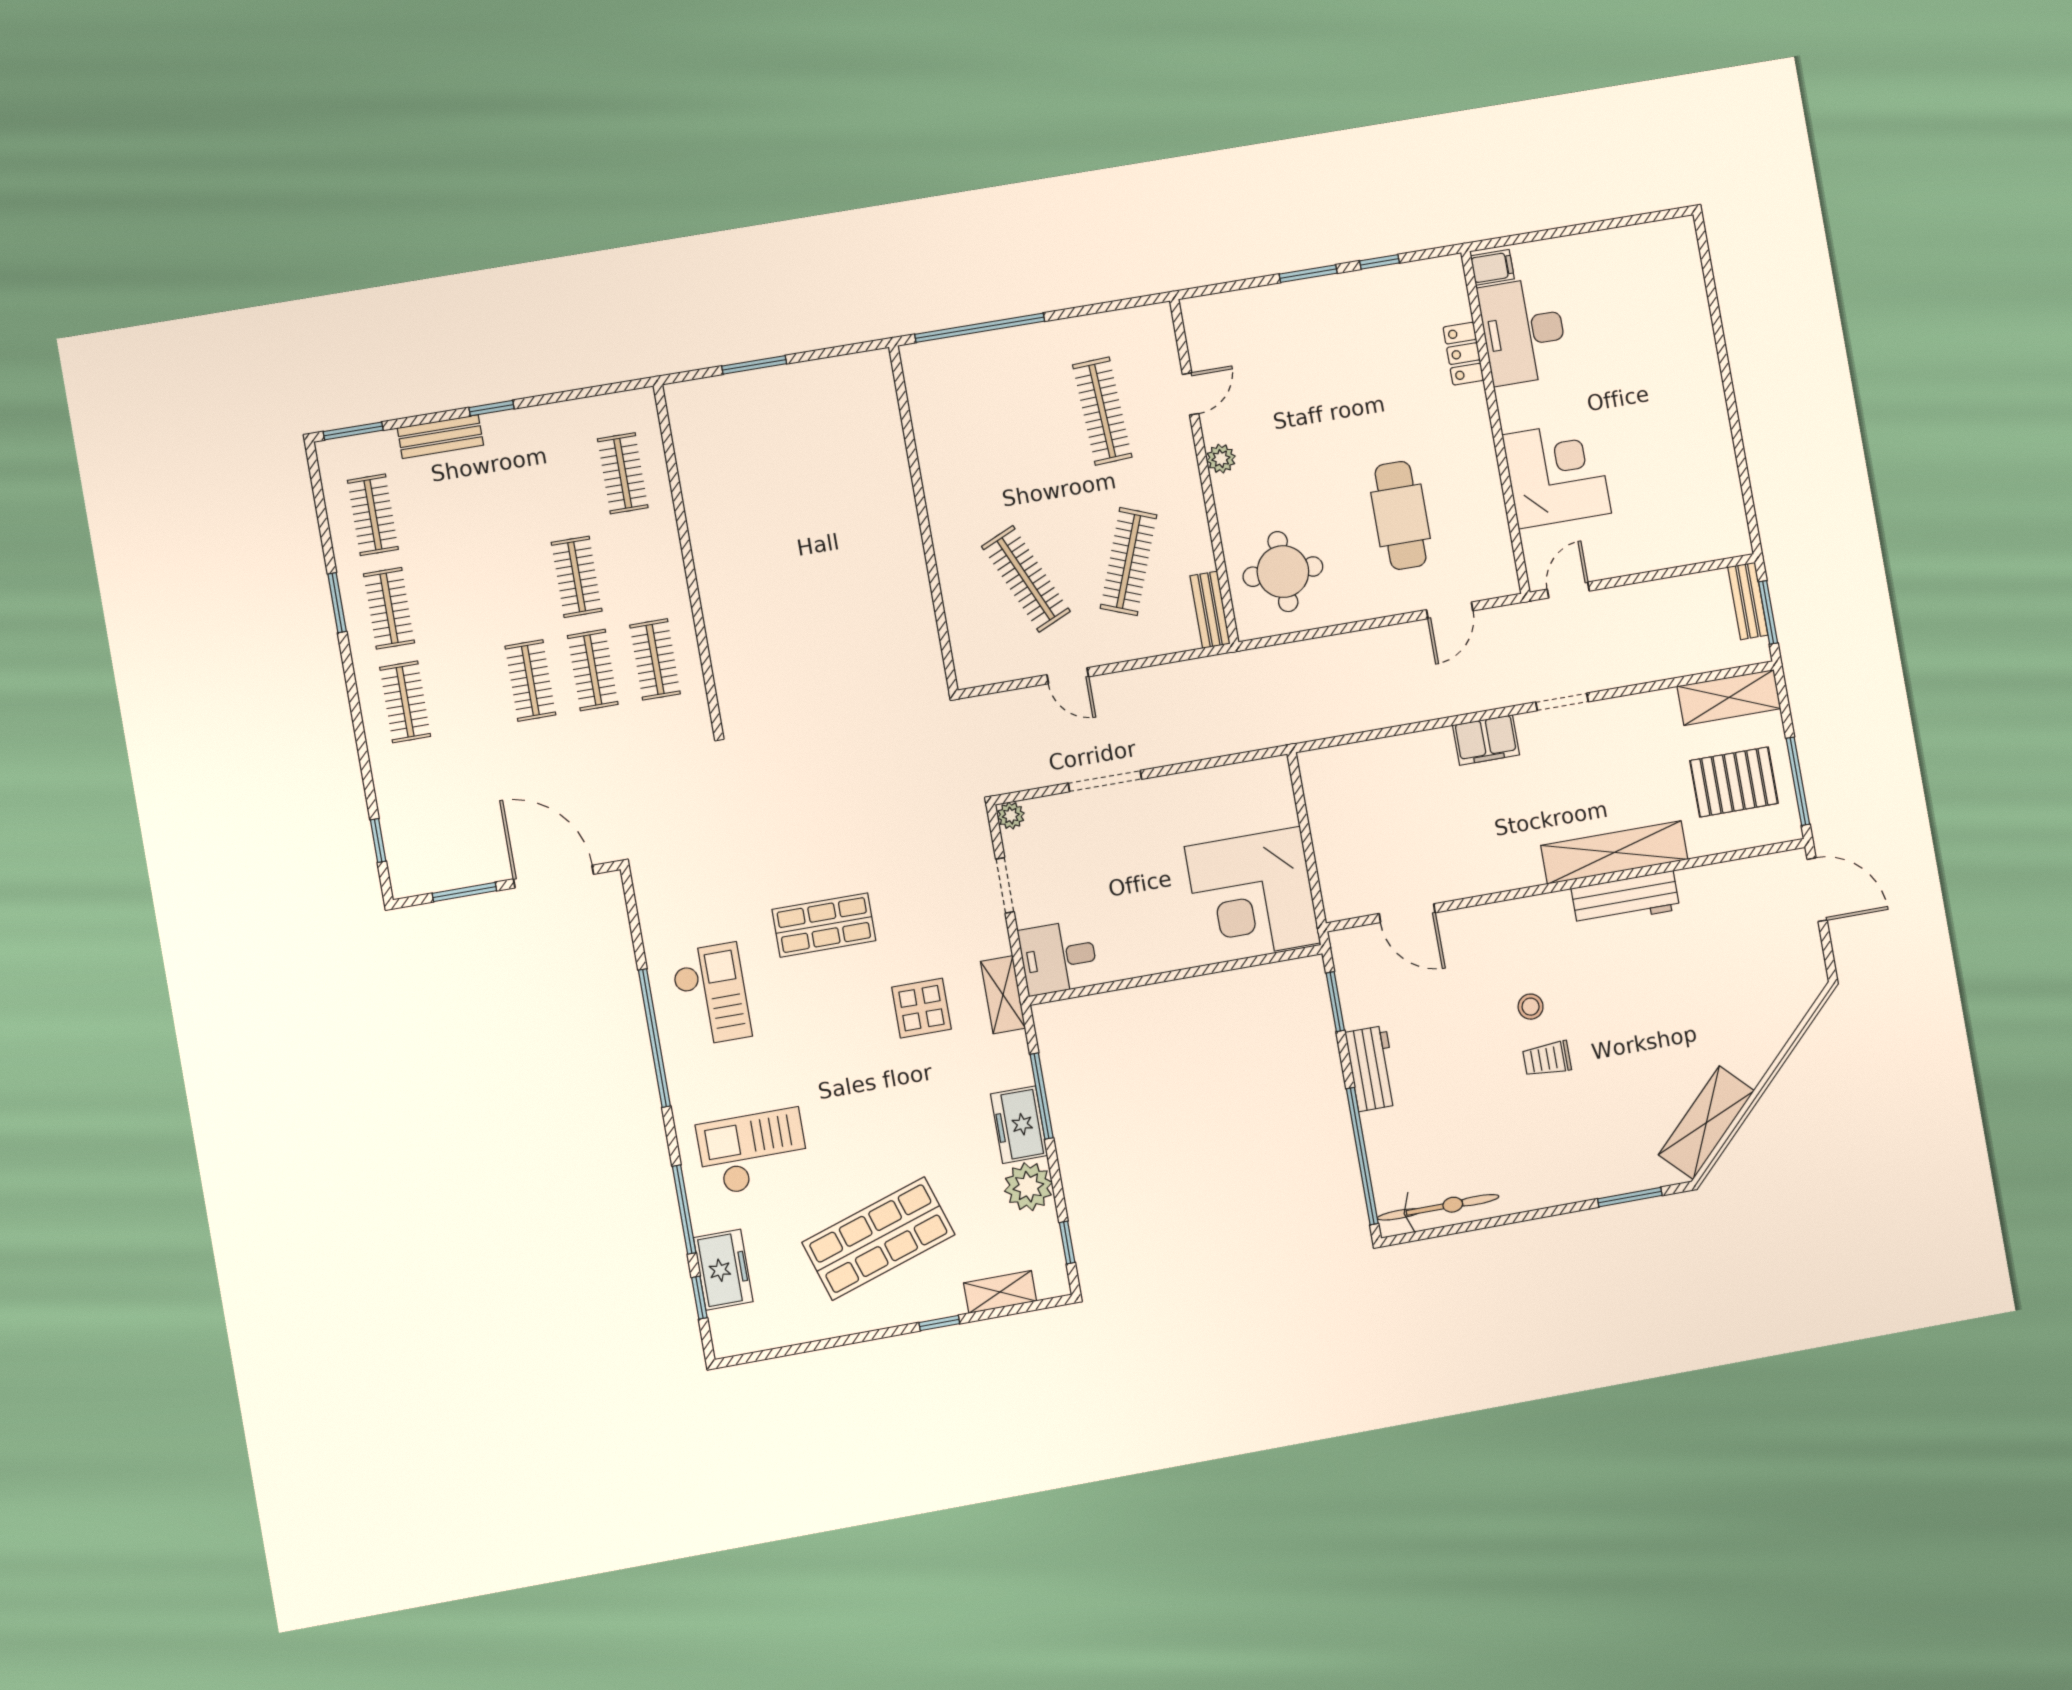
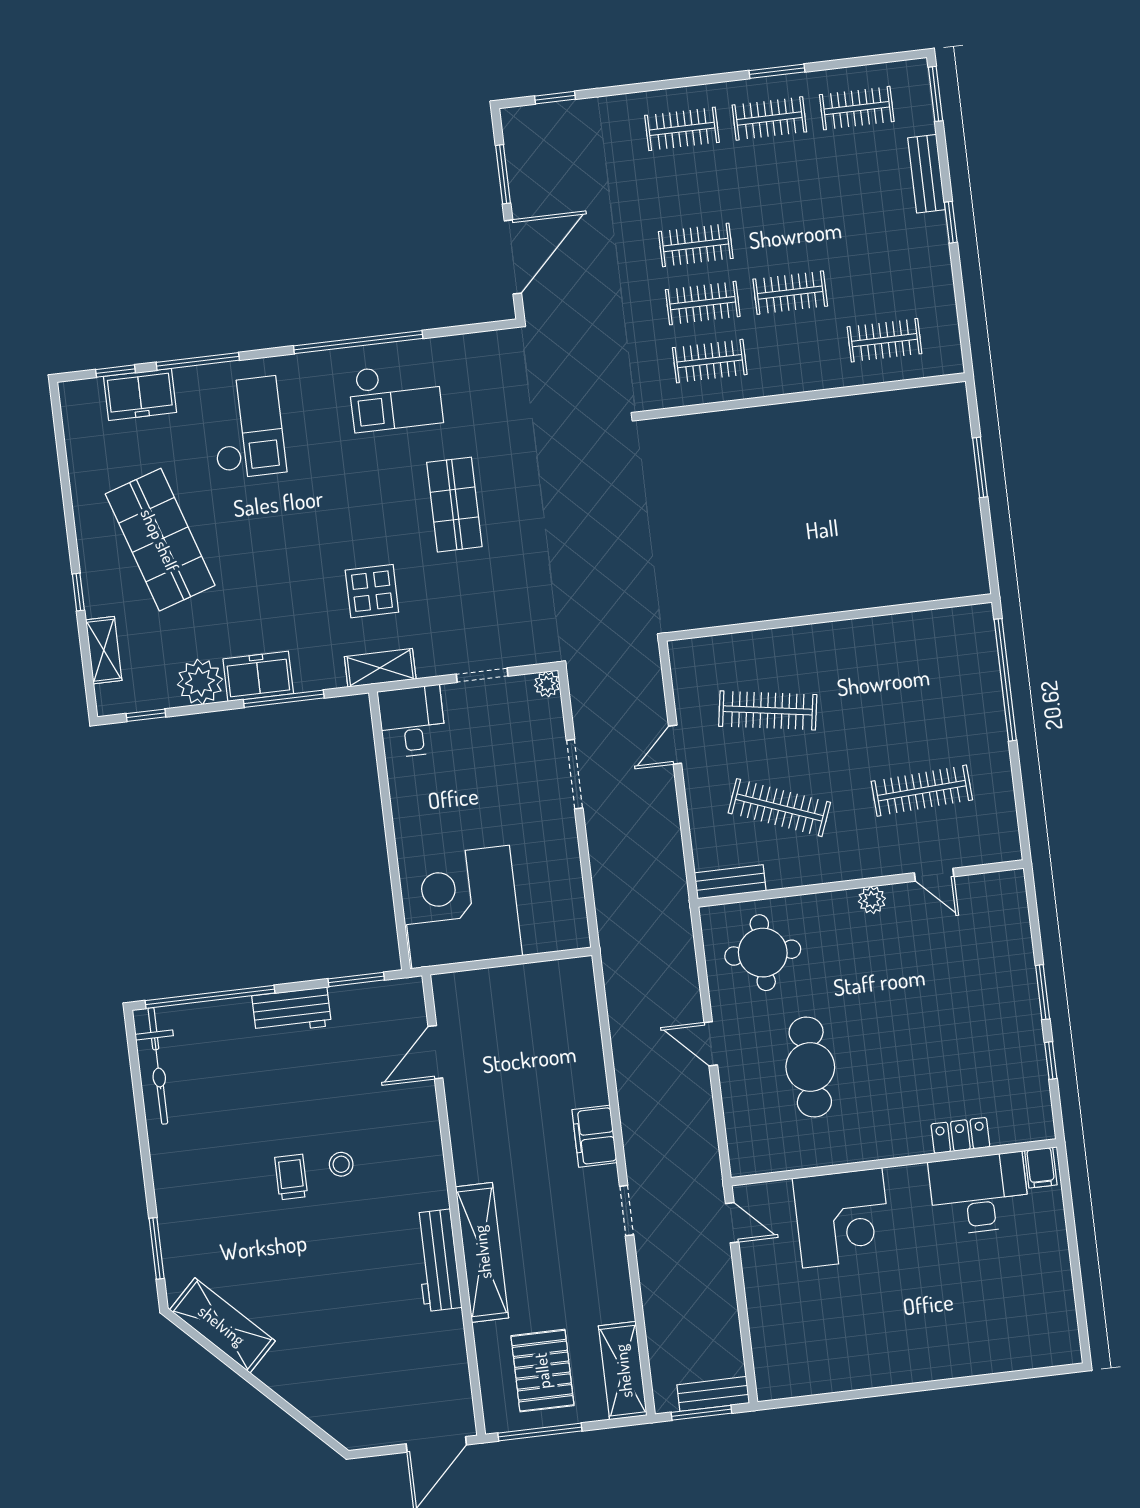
cafe table: (1401, 515) -> (810, 1067), turned 90
clothes rail: (1026, 579) -> (768, 710), turned 33
door: (1450, 610) -> (711, 1044), moved

